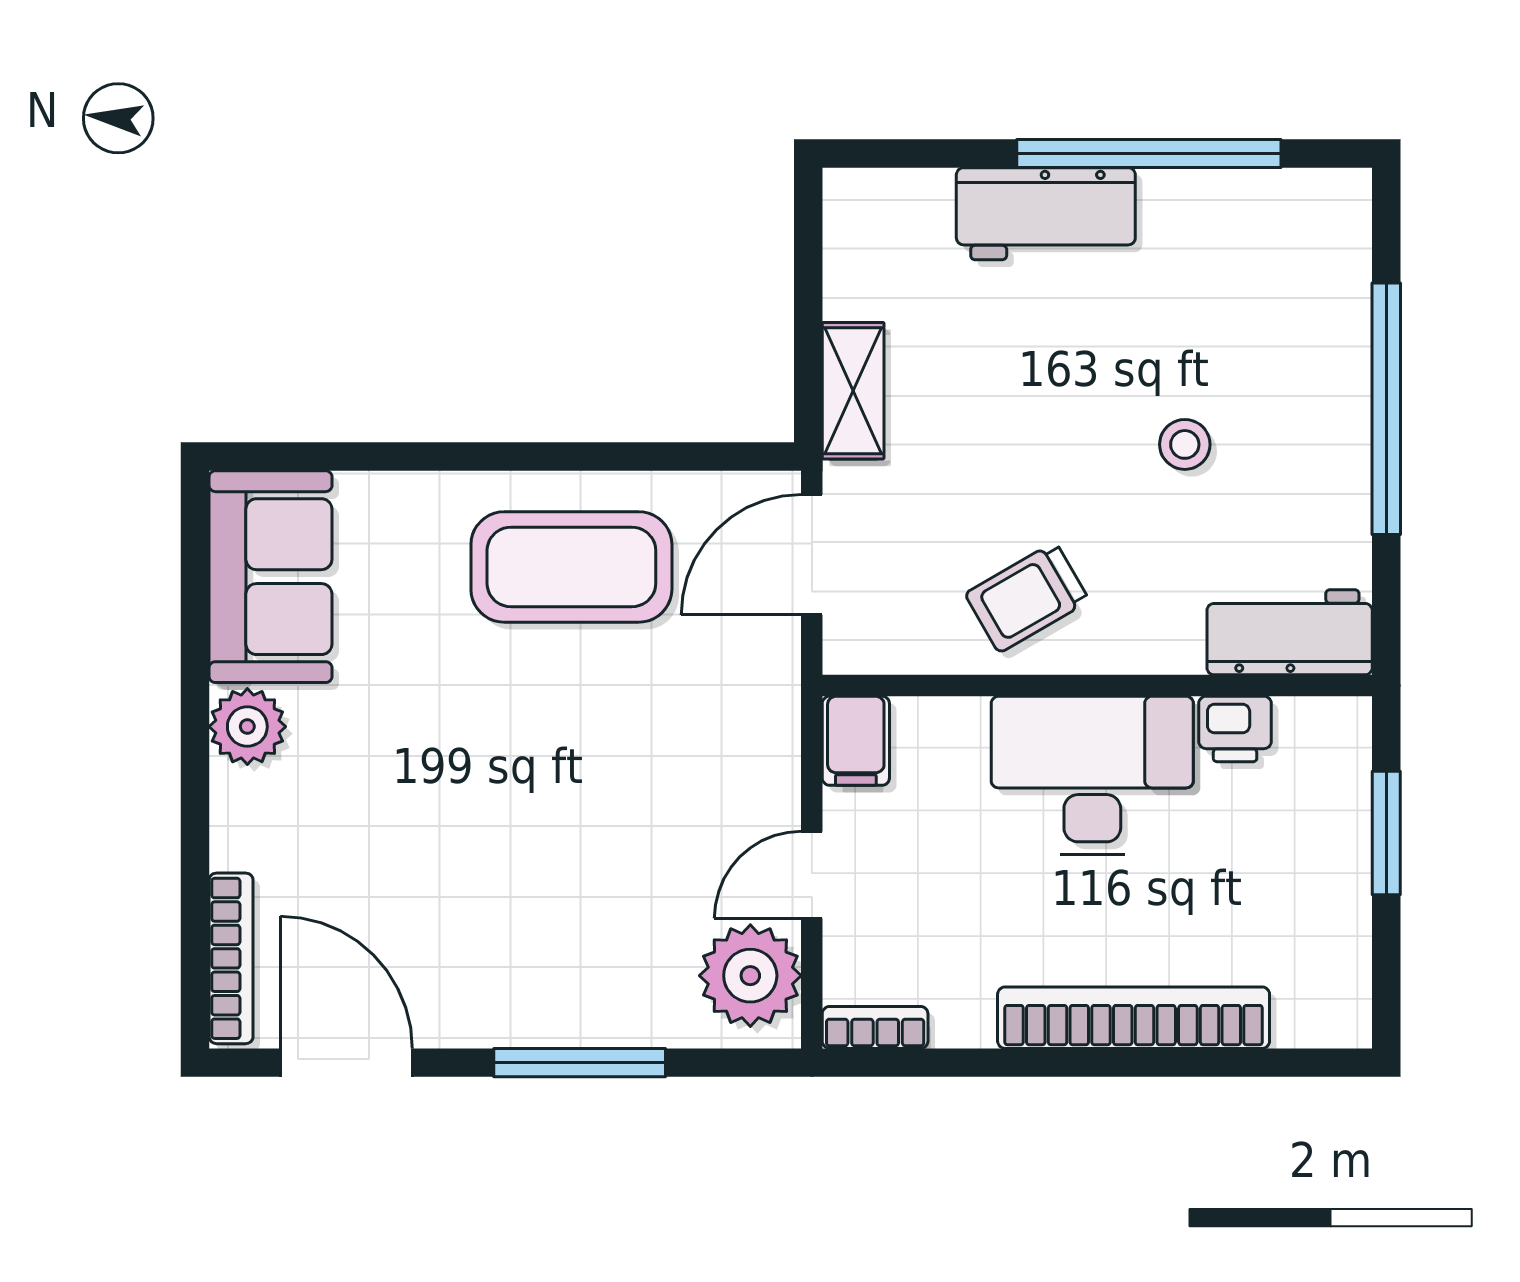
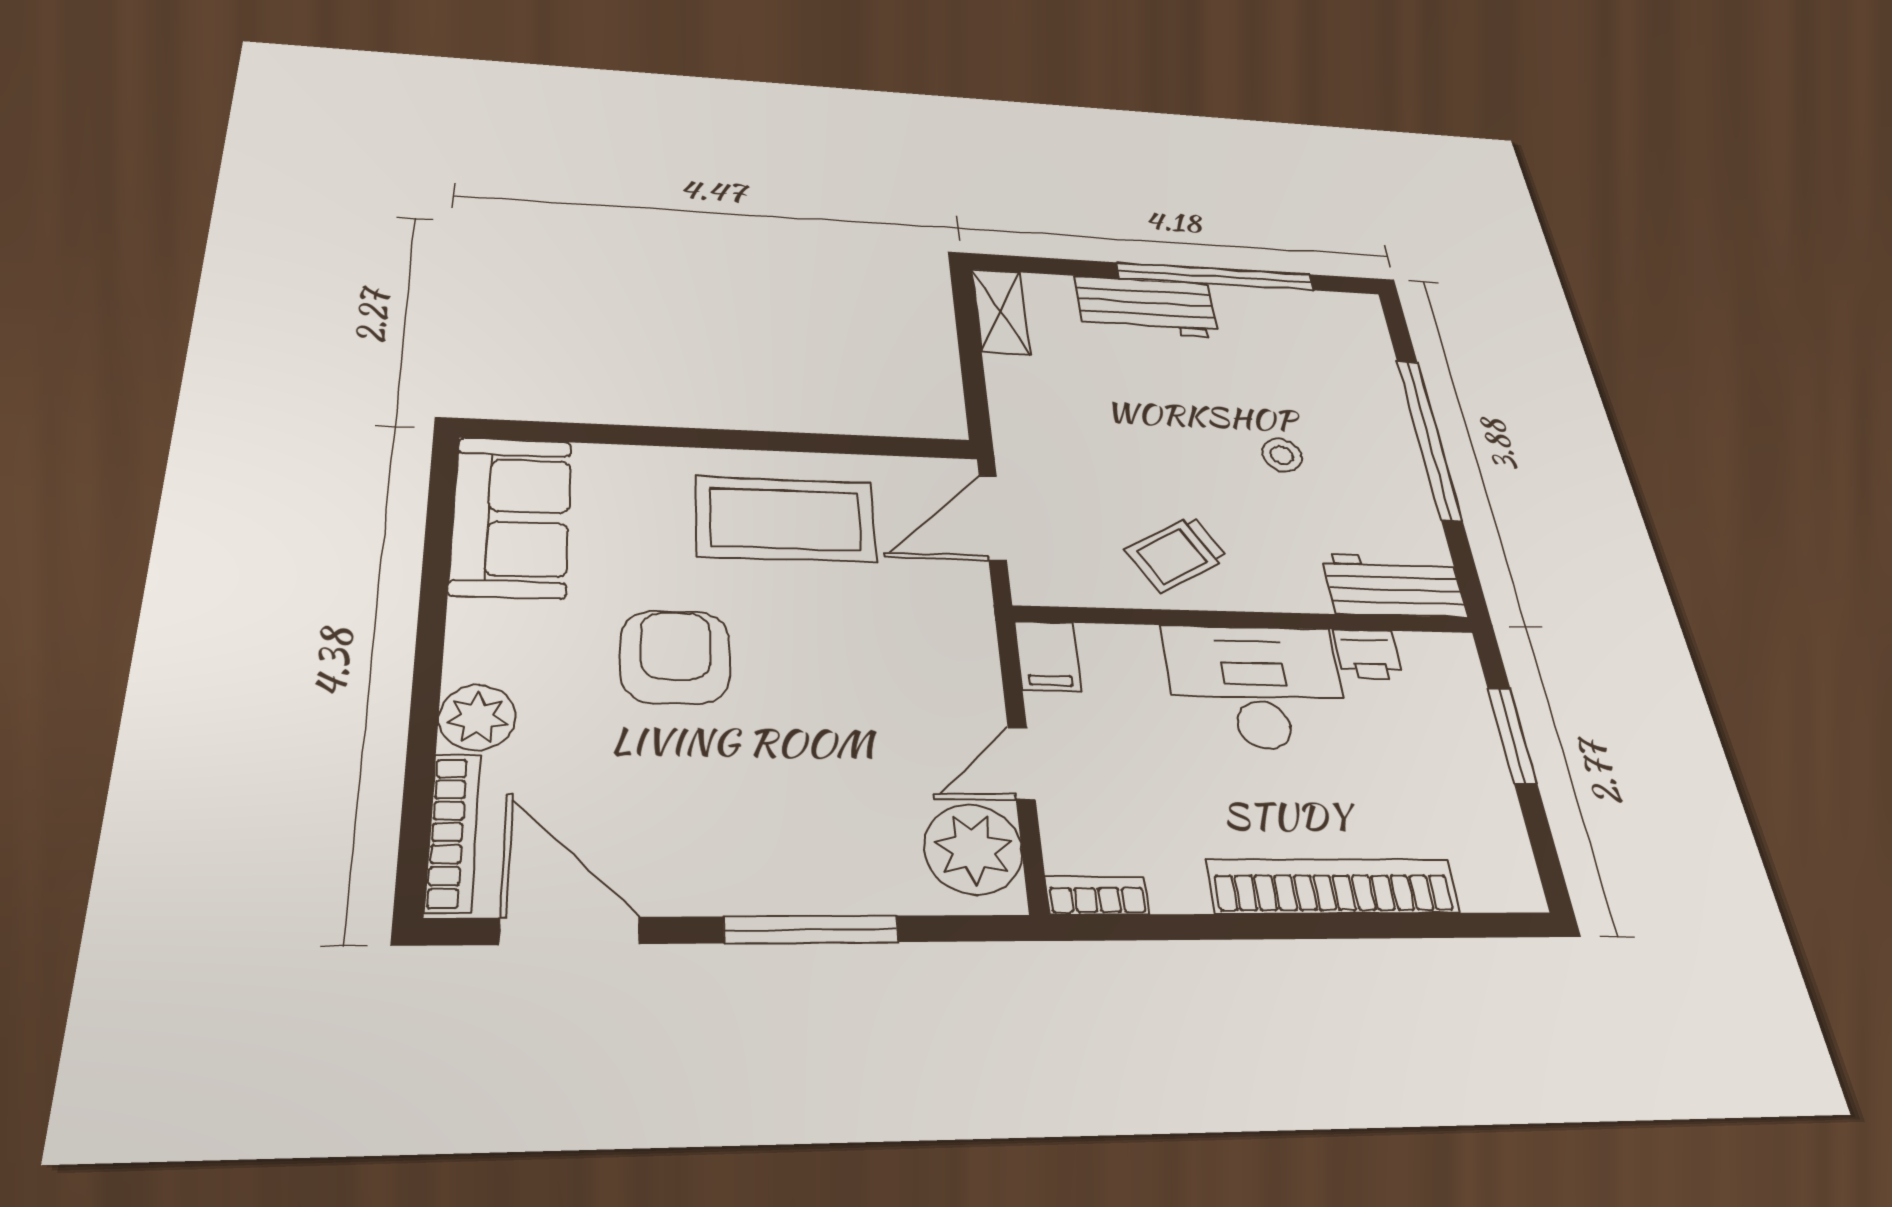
shelving: (853, 391) -> (1001, 312), moved
plant: (247, 727) -> (477, 718), moved
armchair: (448, 752) -> (676, 657), added

